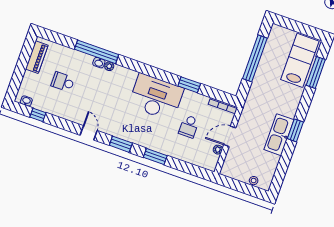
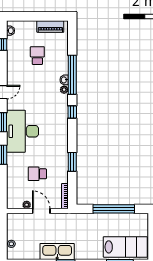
window: (136, 66) -> (72, 112), added
desk: (156, 97) -> (23, 131), moved, turned 180

